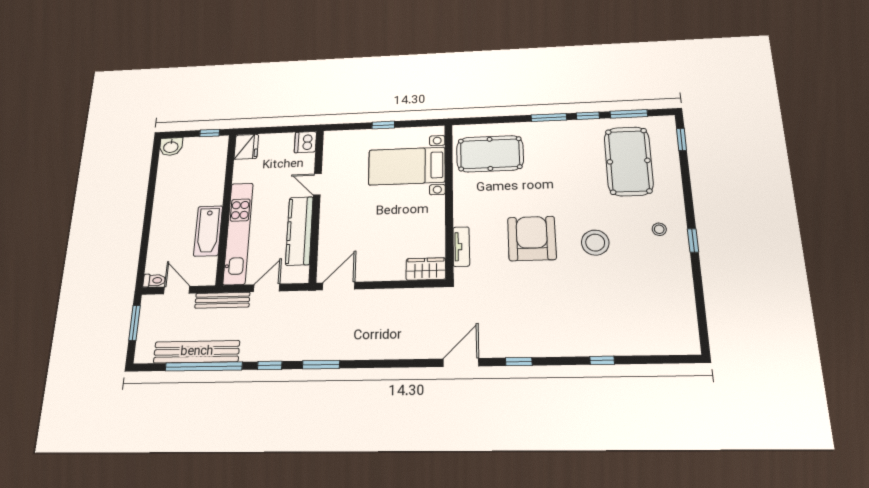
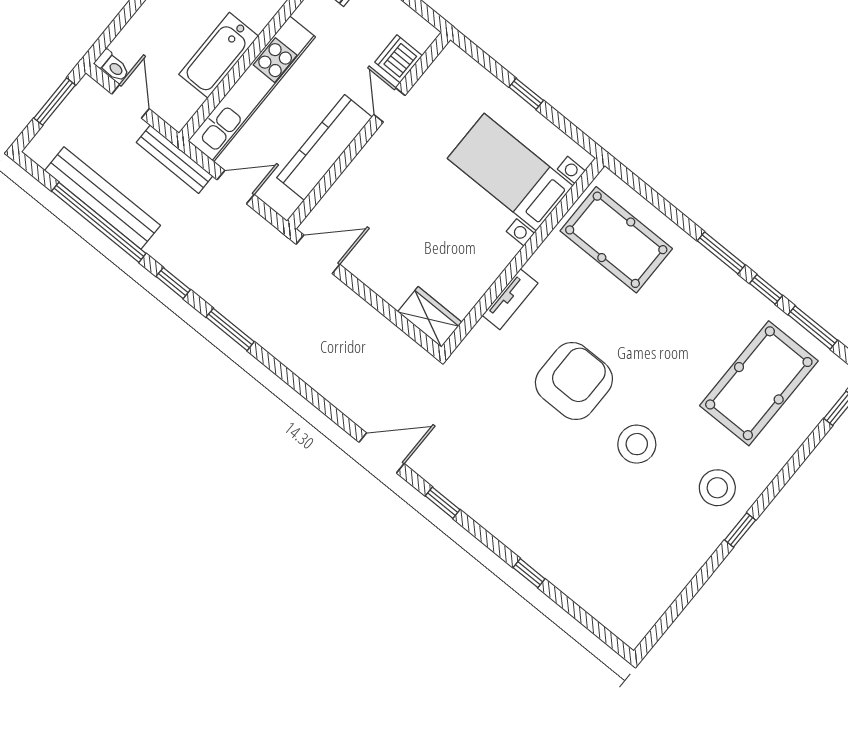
dishwasher: (305, 142) -> (399, 59), moved
stool: (659, 229) -> (717, 488), width x1.89, depth x1.89
tv unit: (461, 247) -> (510, 299), moved

